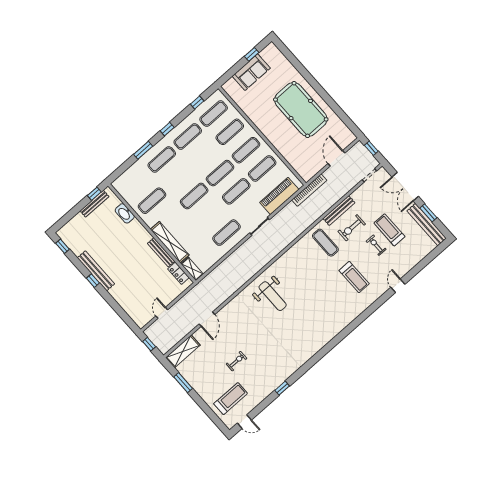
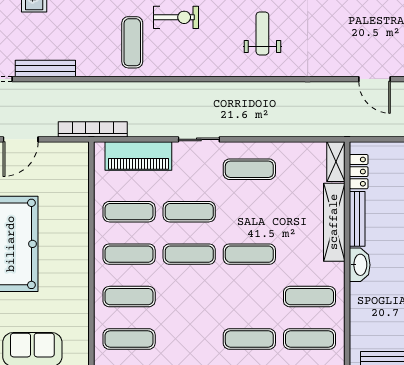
exercise mat: (188, 136) -> (309, 339), moved
bench: (339, 211) -> (45, 69), moved
washbasin: (125, 213) -> (360, 265), moved
exercise bike: (352, 228) -> (176, 17), moved
weight bench: (273, 296) -> (262, 33), width x0.73, depth x0.75
door: (207, 319) -> (375, 79), swing flipped

